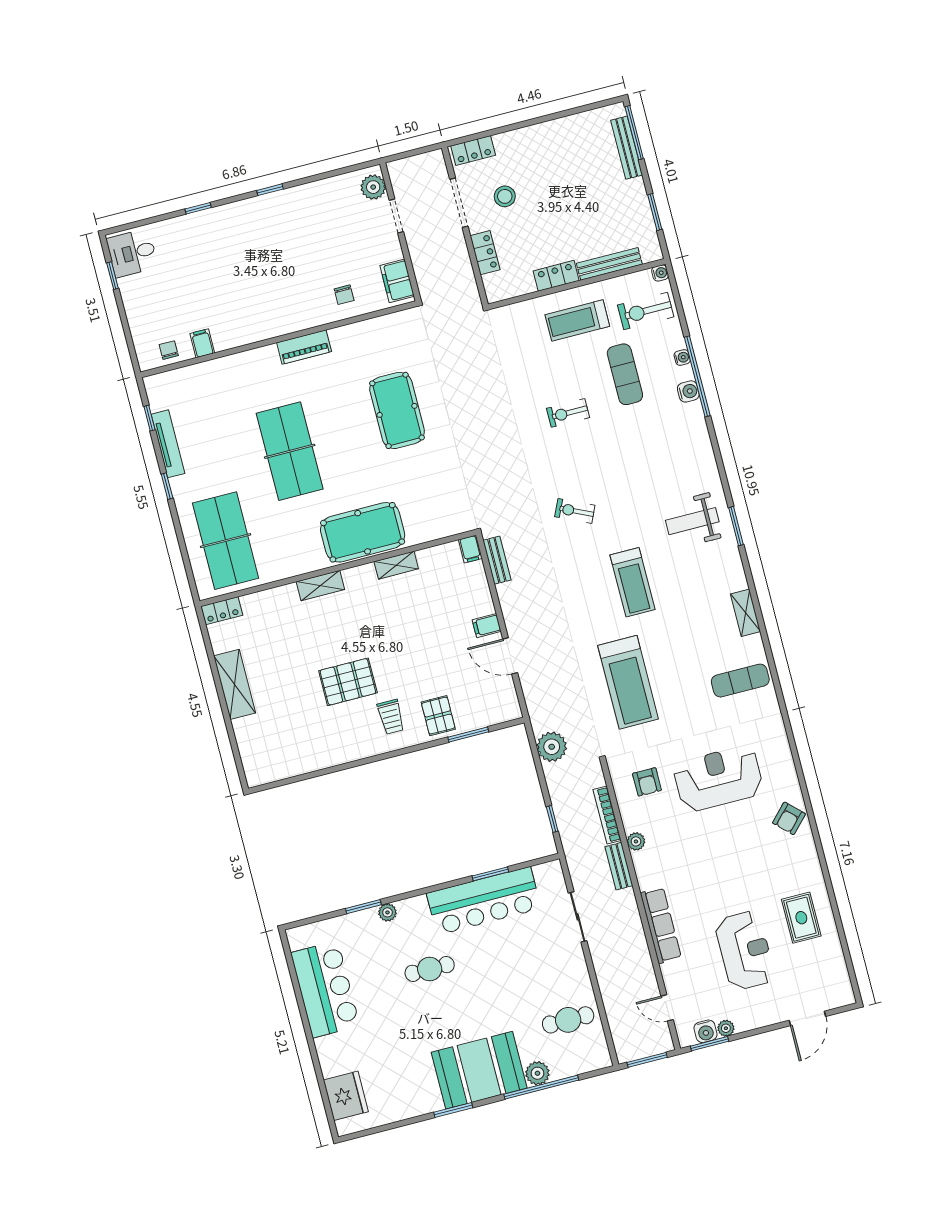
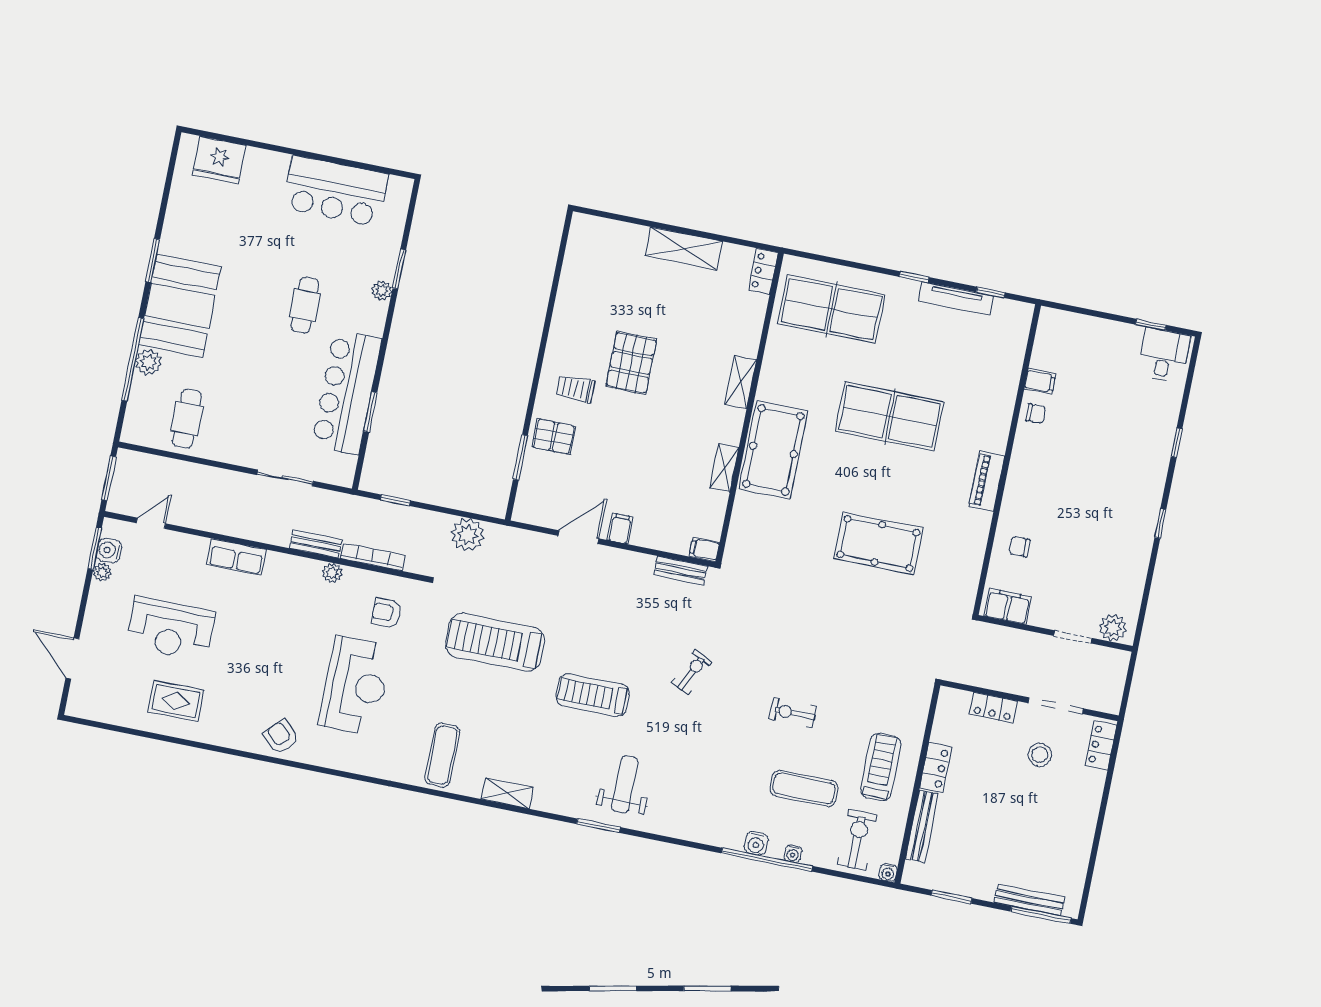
chair: (169, 350) -> (1036, 414), moved
exercise bike: (568, 413) -> (793, 713), turned -90
row of seats: (661, 925) -> (236, 557), width x0.68

